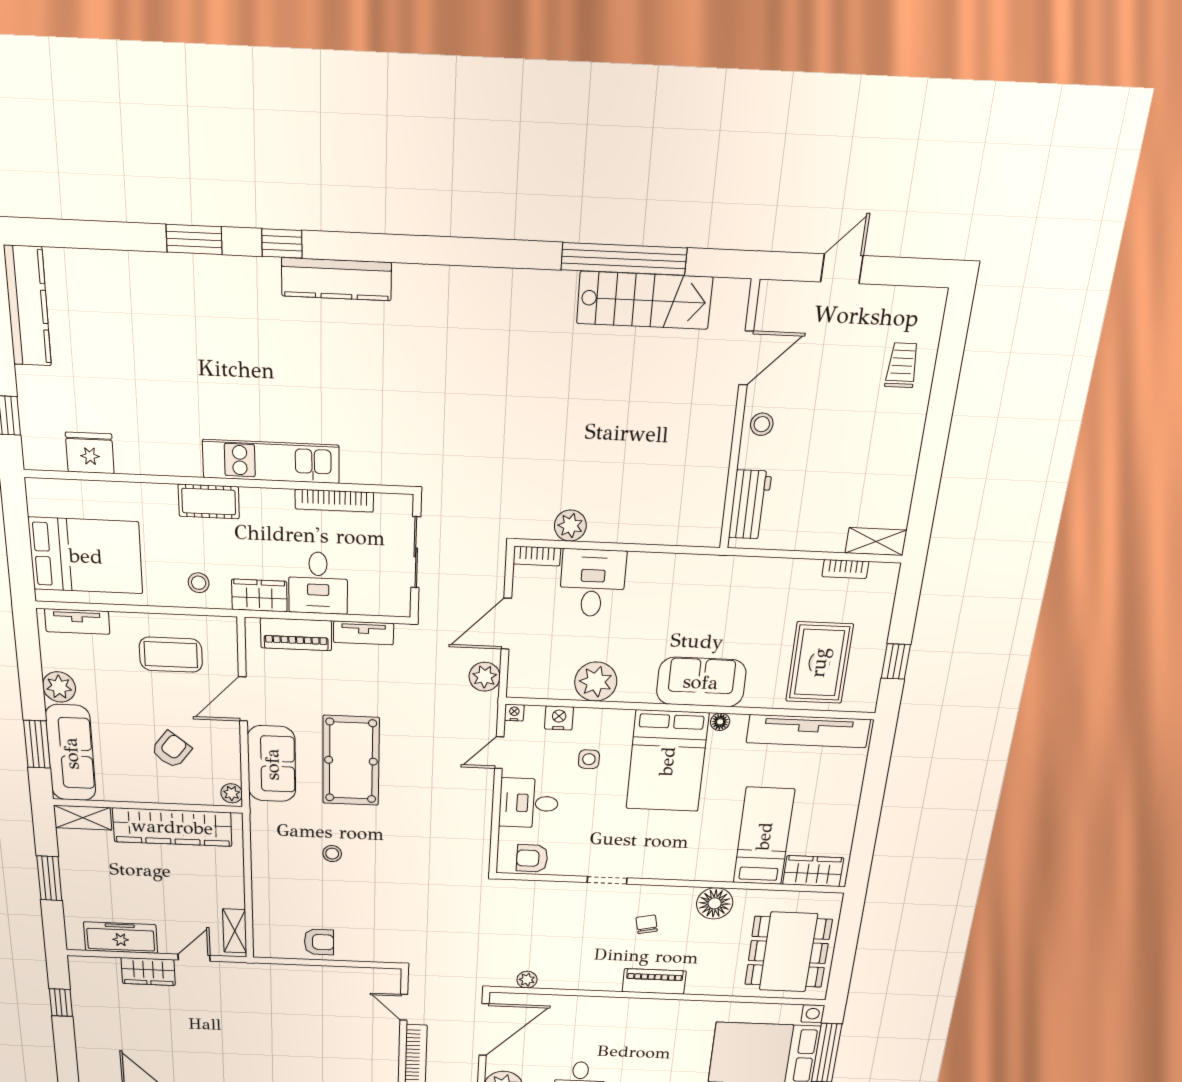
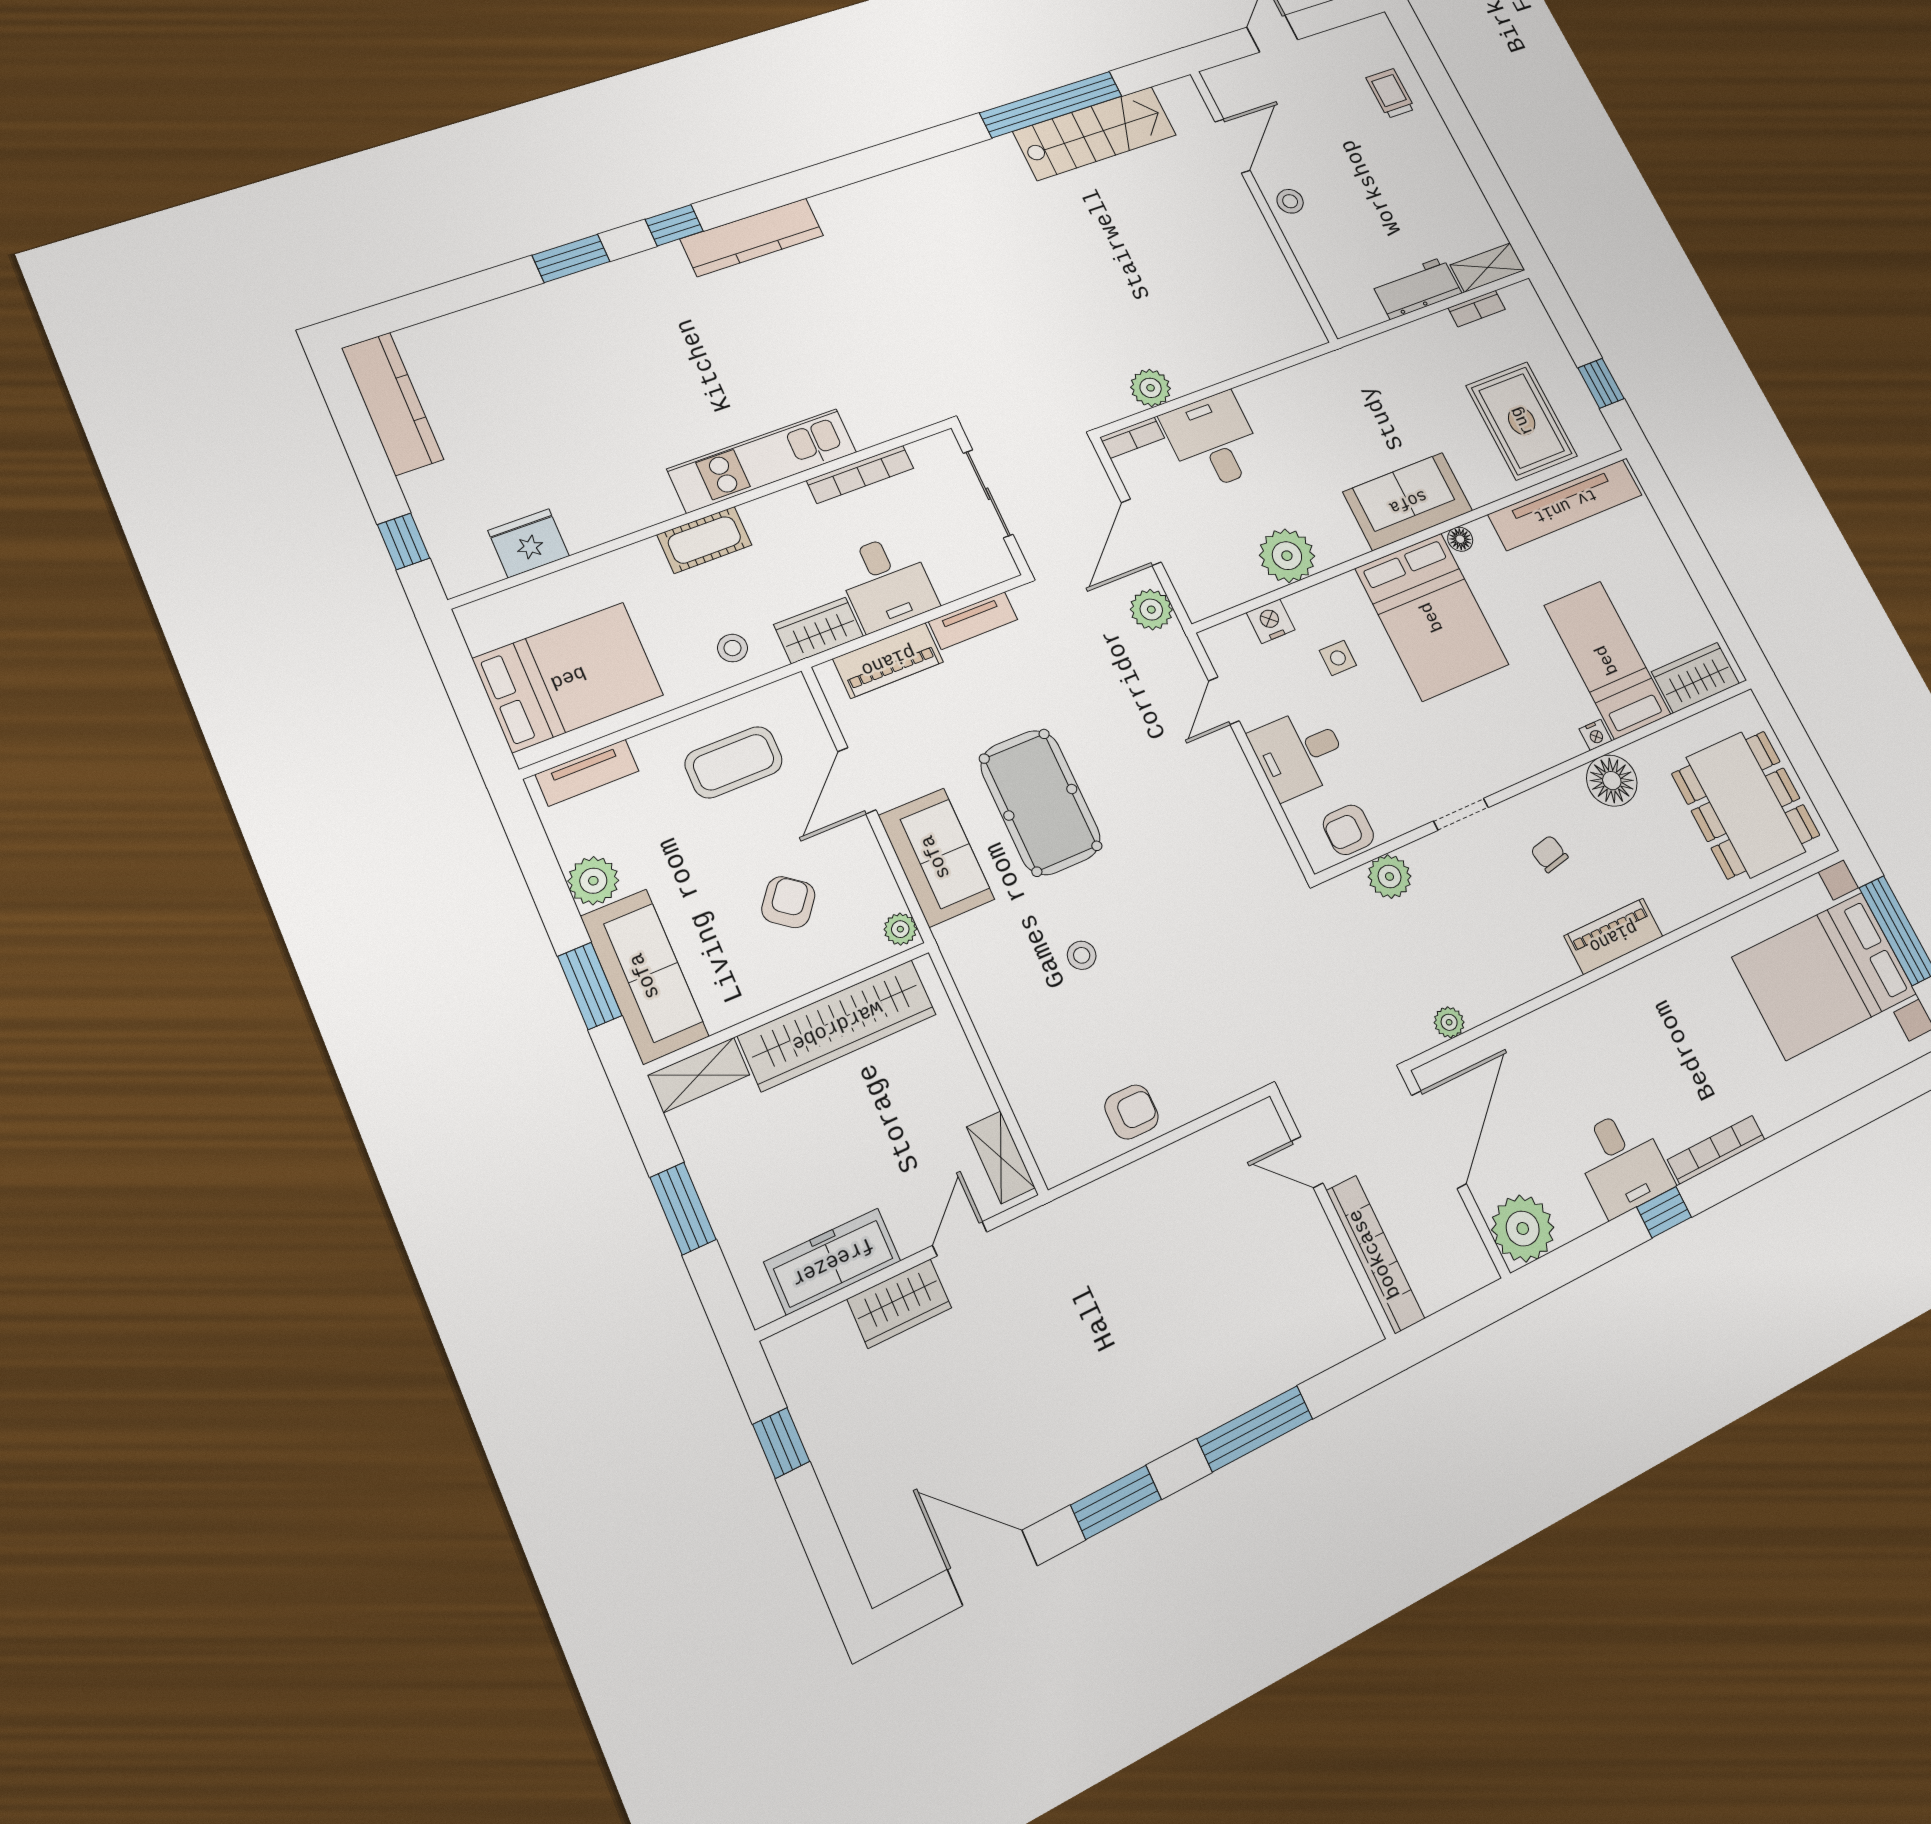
workbench: (750, 505) -> (1417, 288), moved, turned -90
nightstand: (514, 713) -> (1595, 735), moved, turned 180
plant: (541, 893) -> (1389, 877), added

